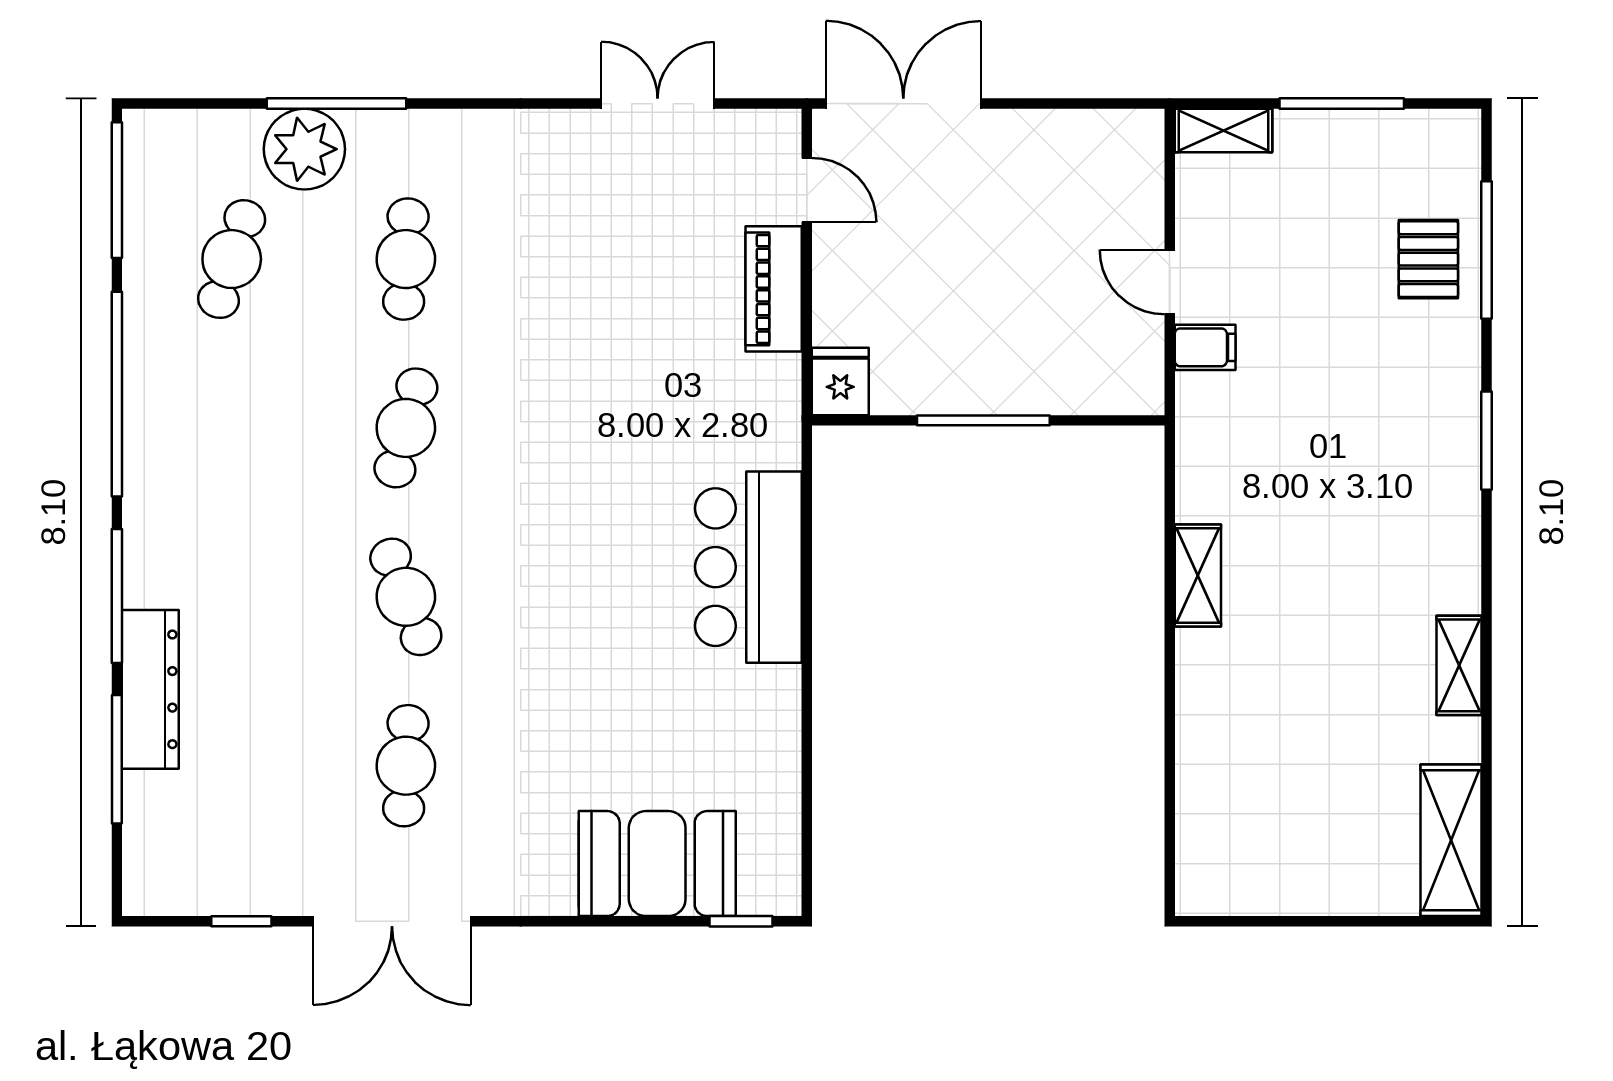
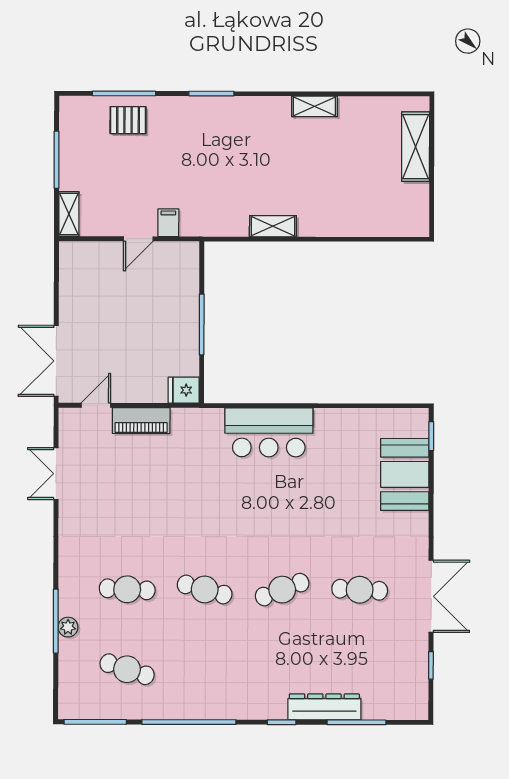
plant: (304, 149) -> (68, 627), width x0.53, depth x0.53
window: (117, 596) -> (282, 722), width x0.46
shelving: (1451, 840) -> (416, 147), moved, turned 90

